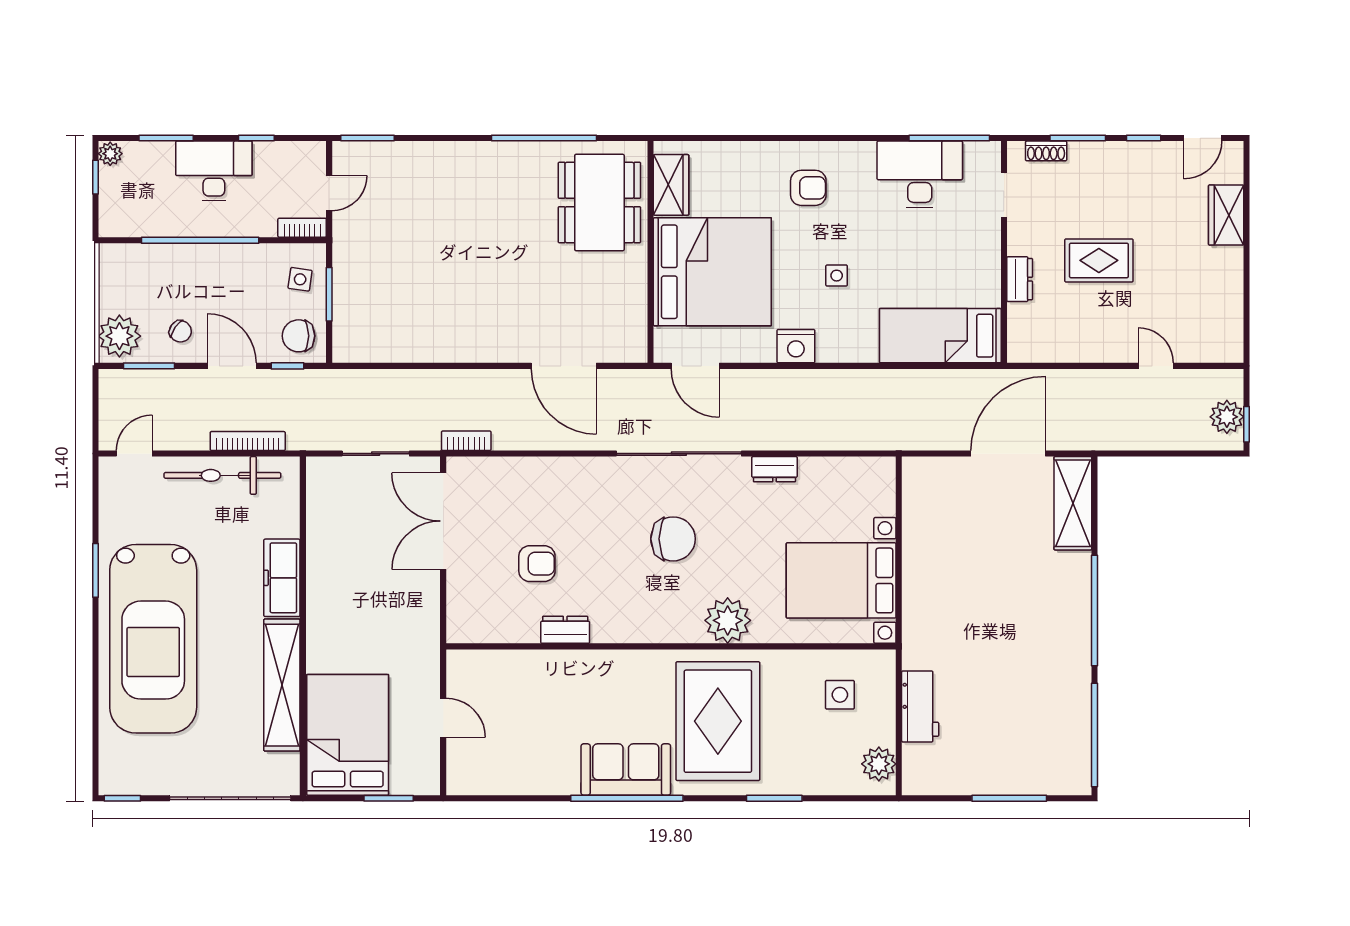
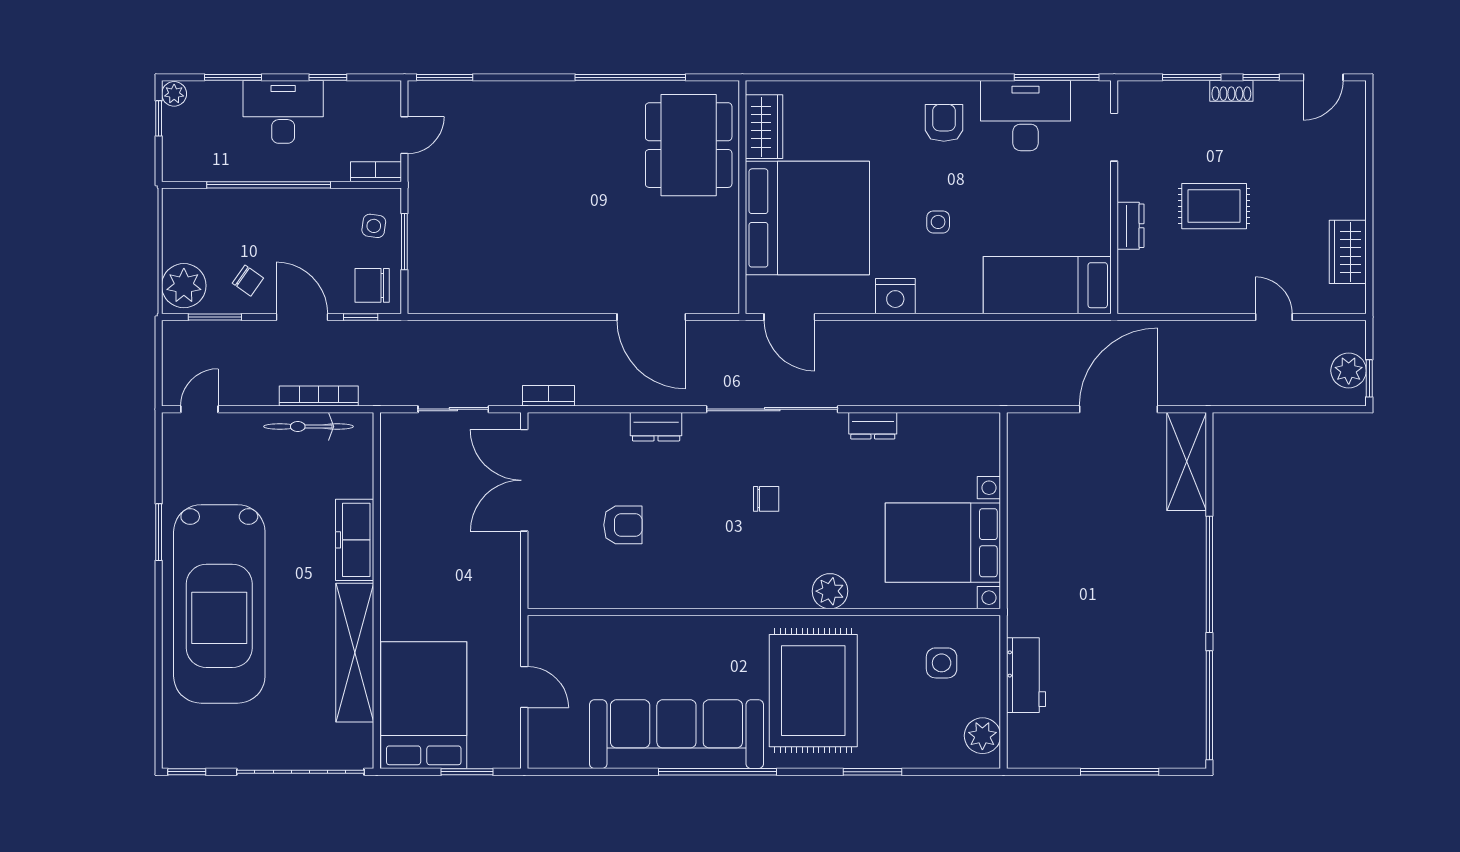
shoe rack: (1046, 151) -> (1231, 91), moved
armchair: (808, 188) -> (944, 123), moved, turned -90
wardrobe: (1226, 215) -> (1348, 252), moved
bicycle: (222, 475) -> (309, 426), width x0.73, depth x0.71
chair: (673, 539) -> (766, 499), width x0.54, depth x0.54
plant: (728, 620) -> (830, 591), width x0.73, depth x0.73
dresser: (565, 630) -> (656, 427), moved, turned 180
sofa: (626, 770) -> (676, 734), width x1.85, depth x1.27

